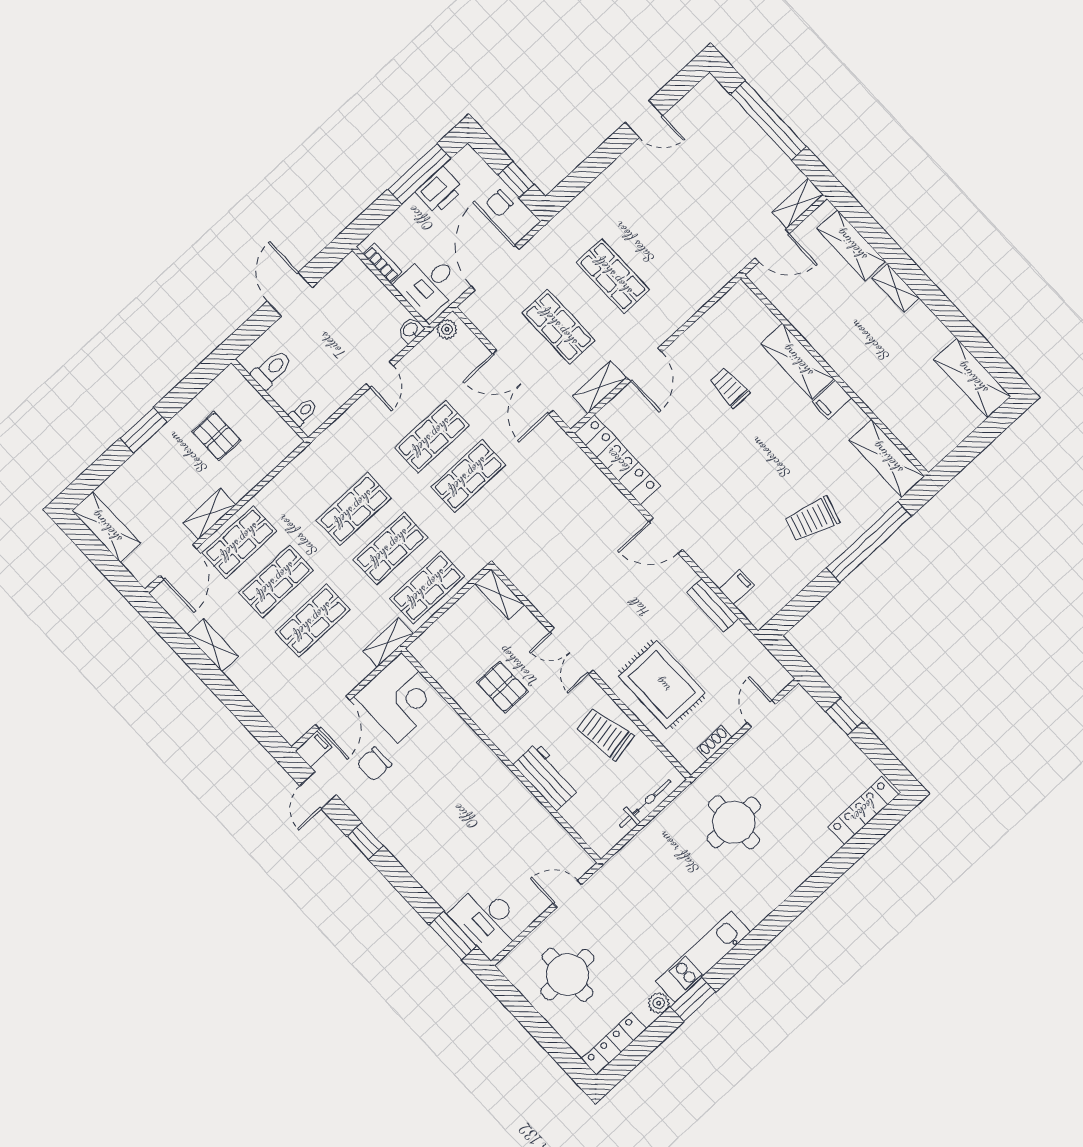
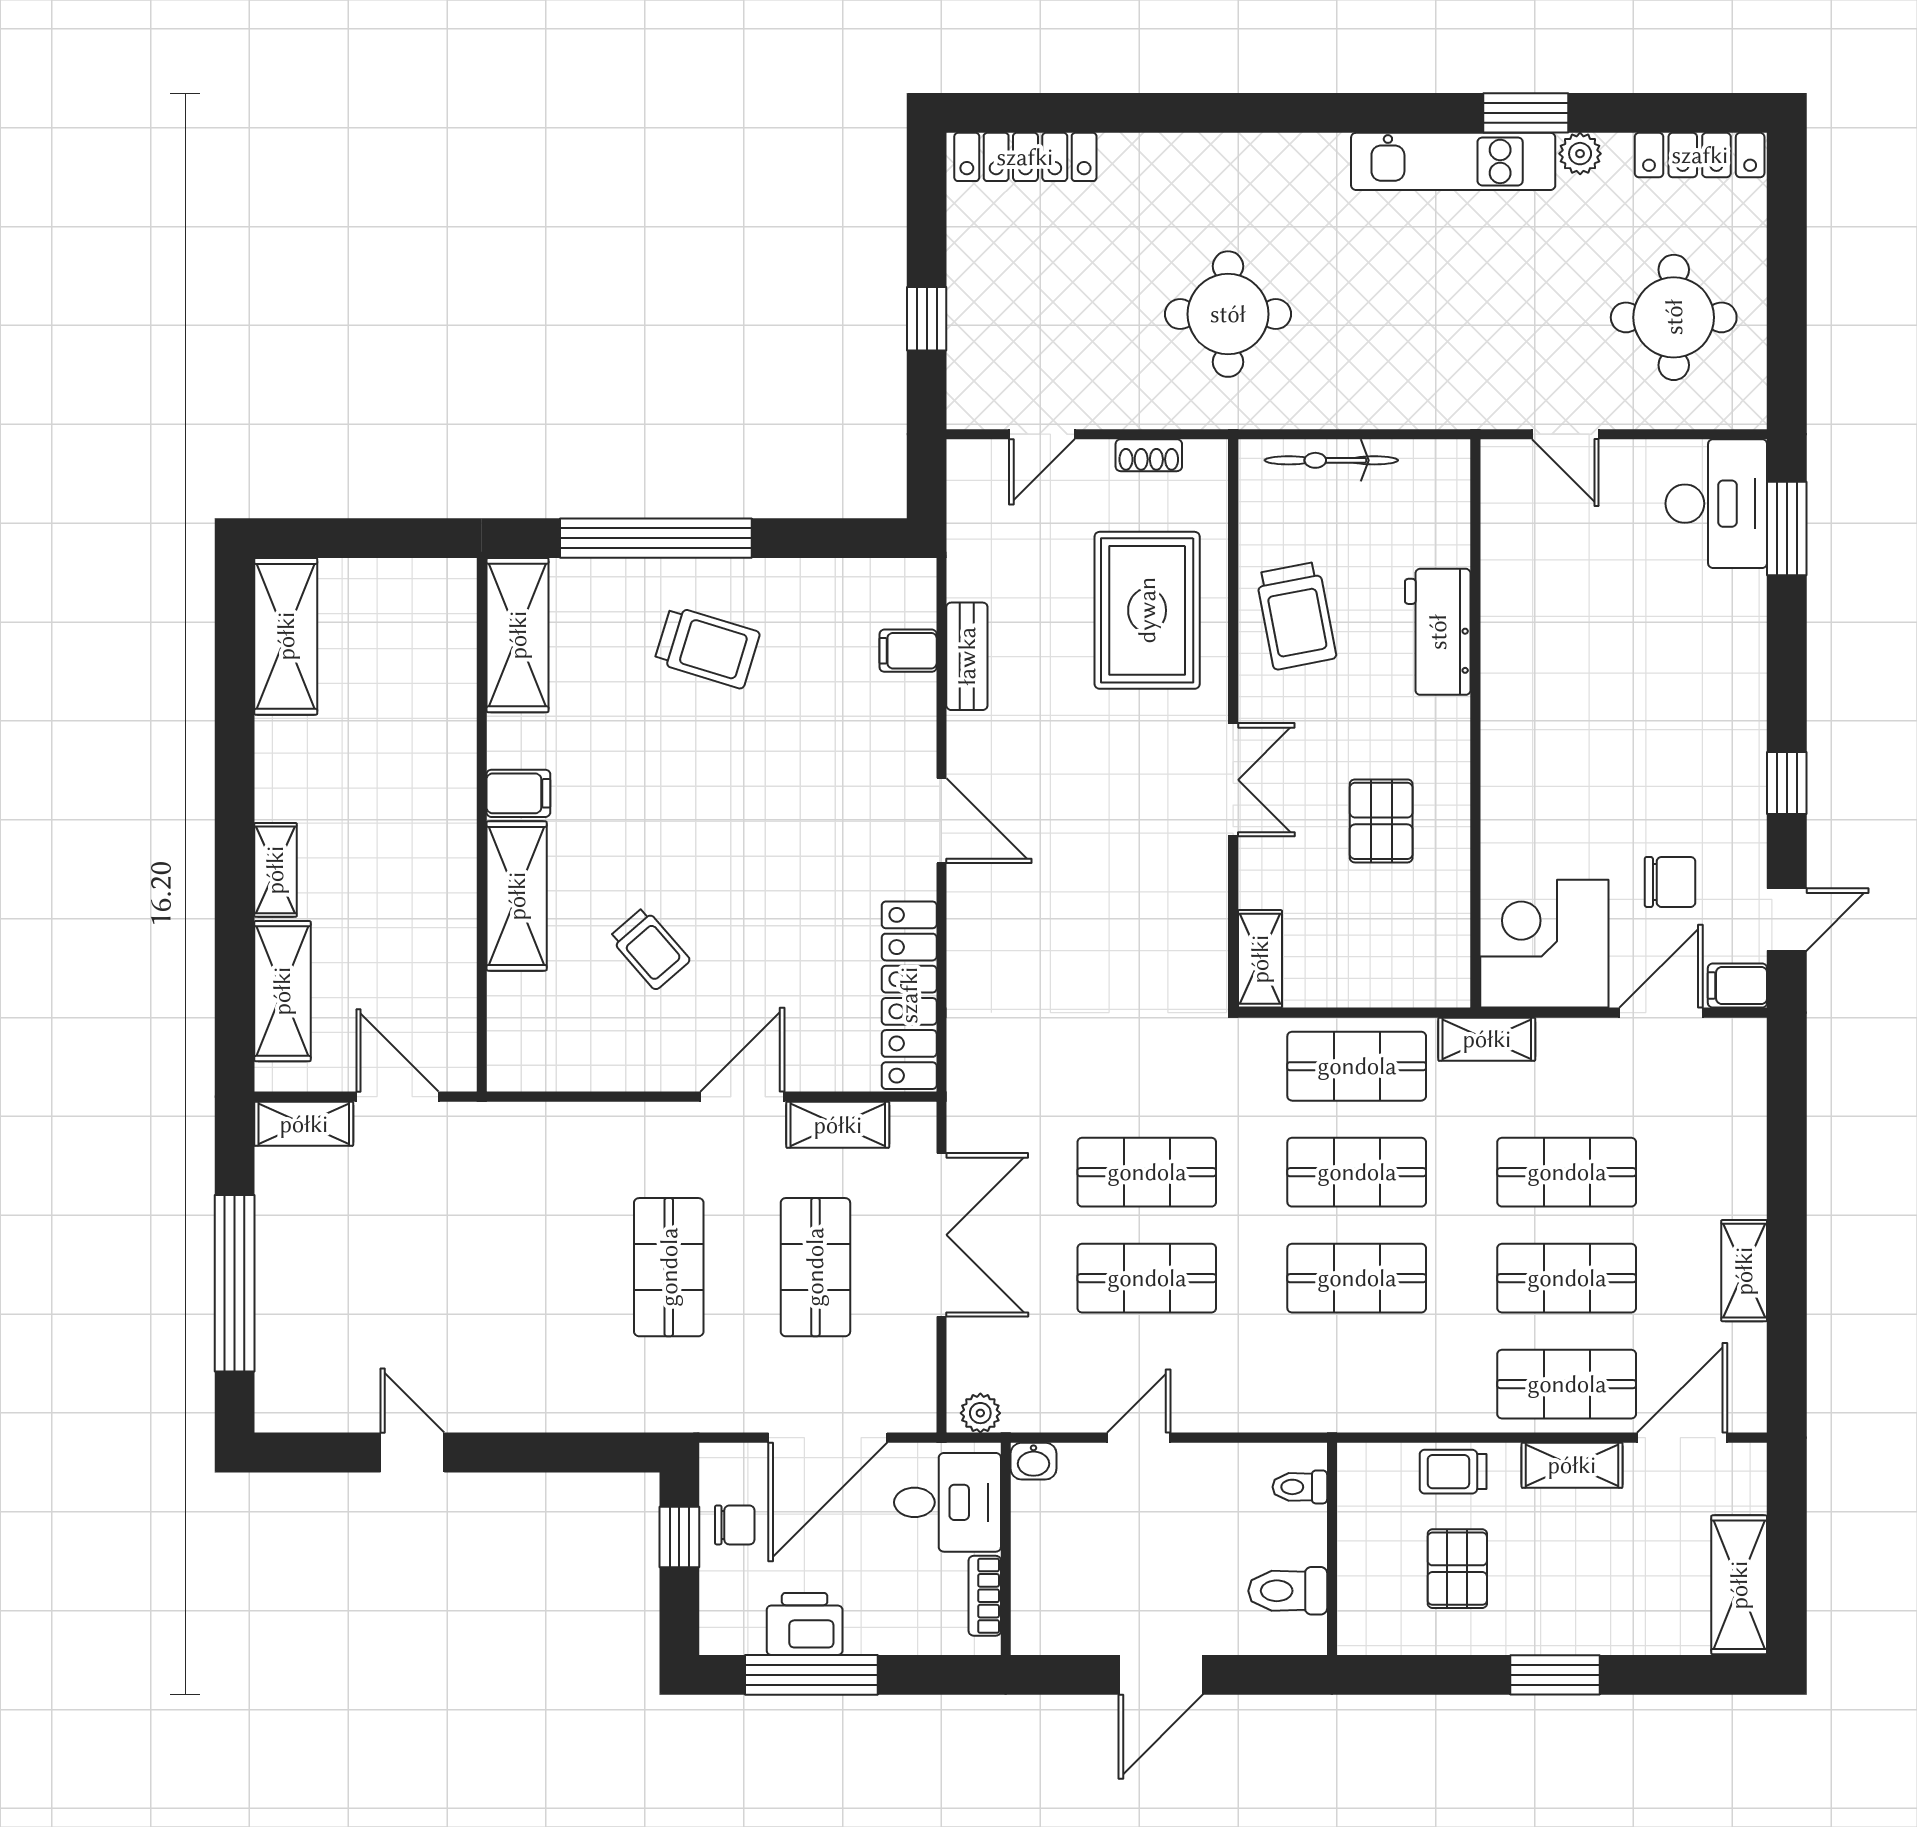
trolley: (730, 388) -> (650, 949), turned -41
trolley: (251, 471) -> (1453, 1472), added

